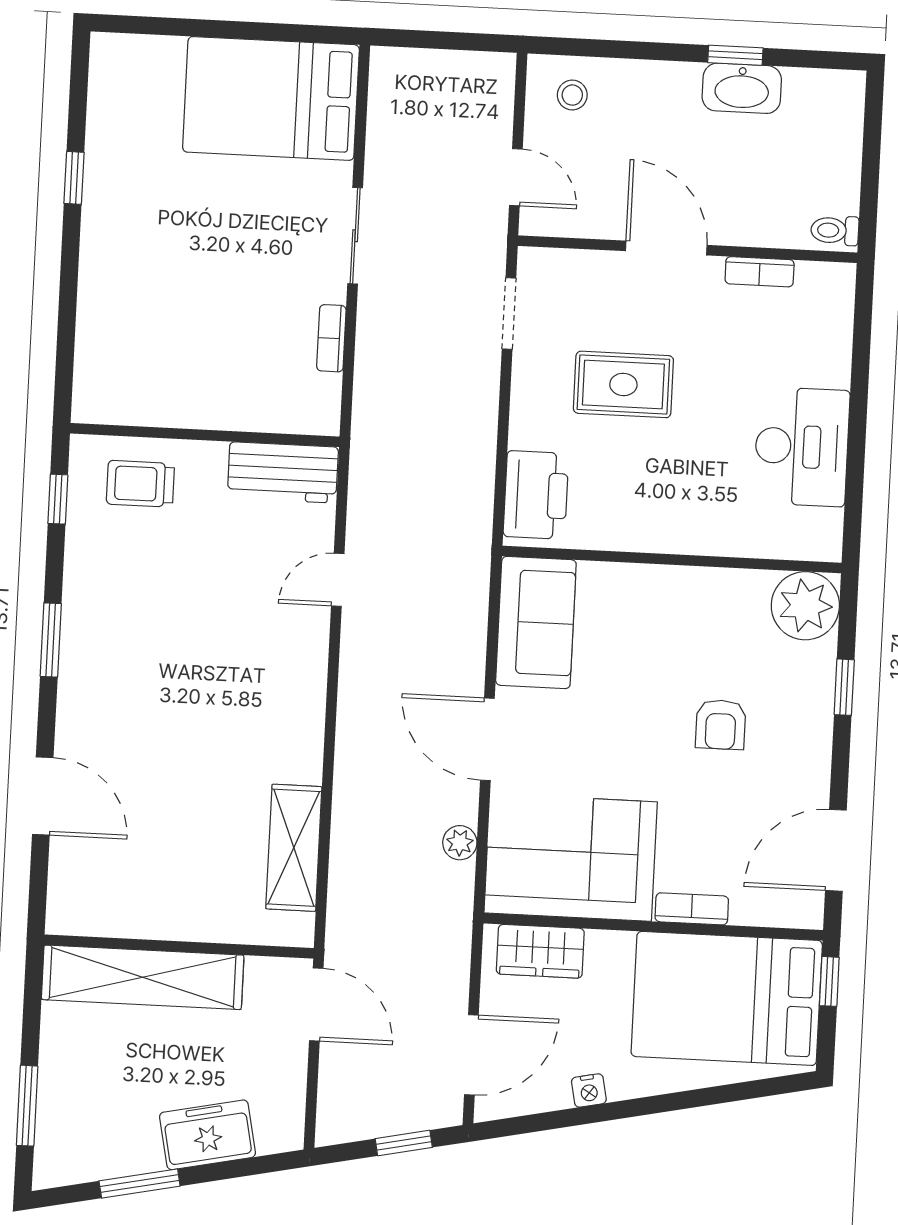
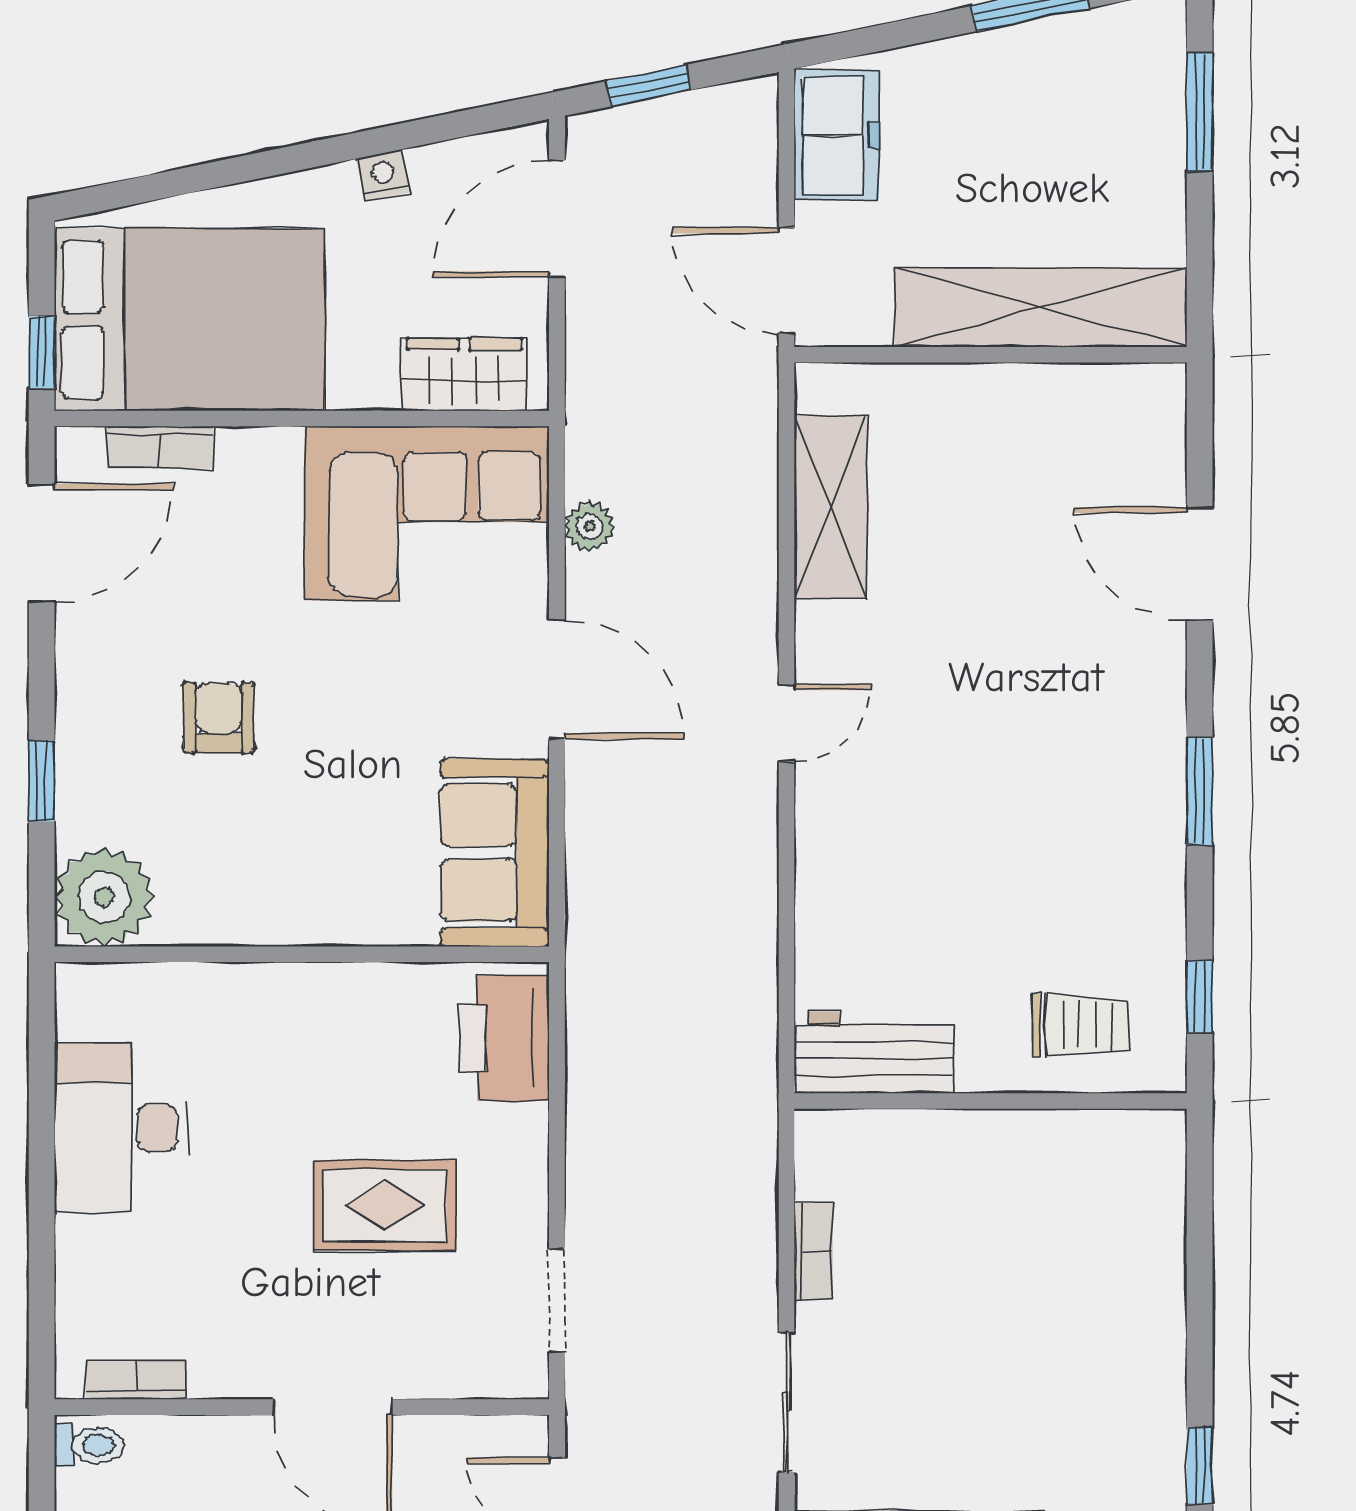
bookcase: (760, 272) -> (136, 1380), moved
door: (338, 580) -> (786, 723), moved
bookcase: (692, 909) -> (160, 447), moved
freezer: (208, 1135) -> (837, 135), moved, turned -78

